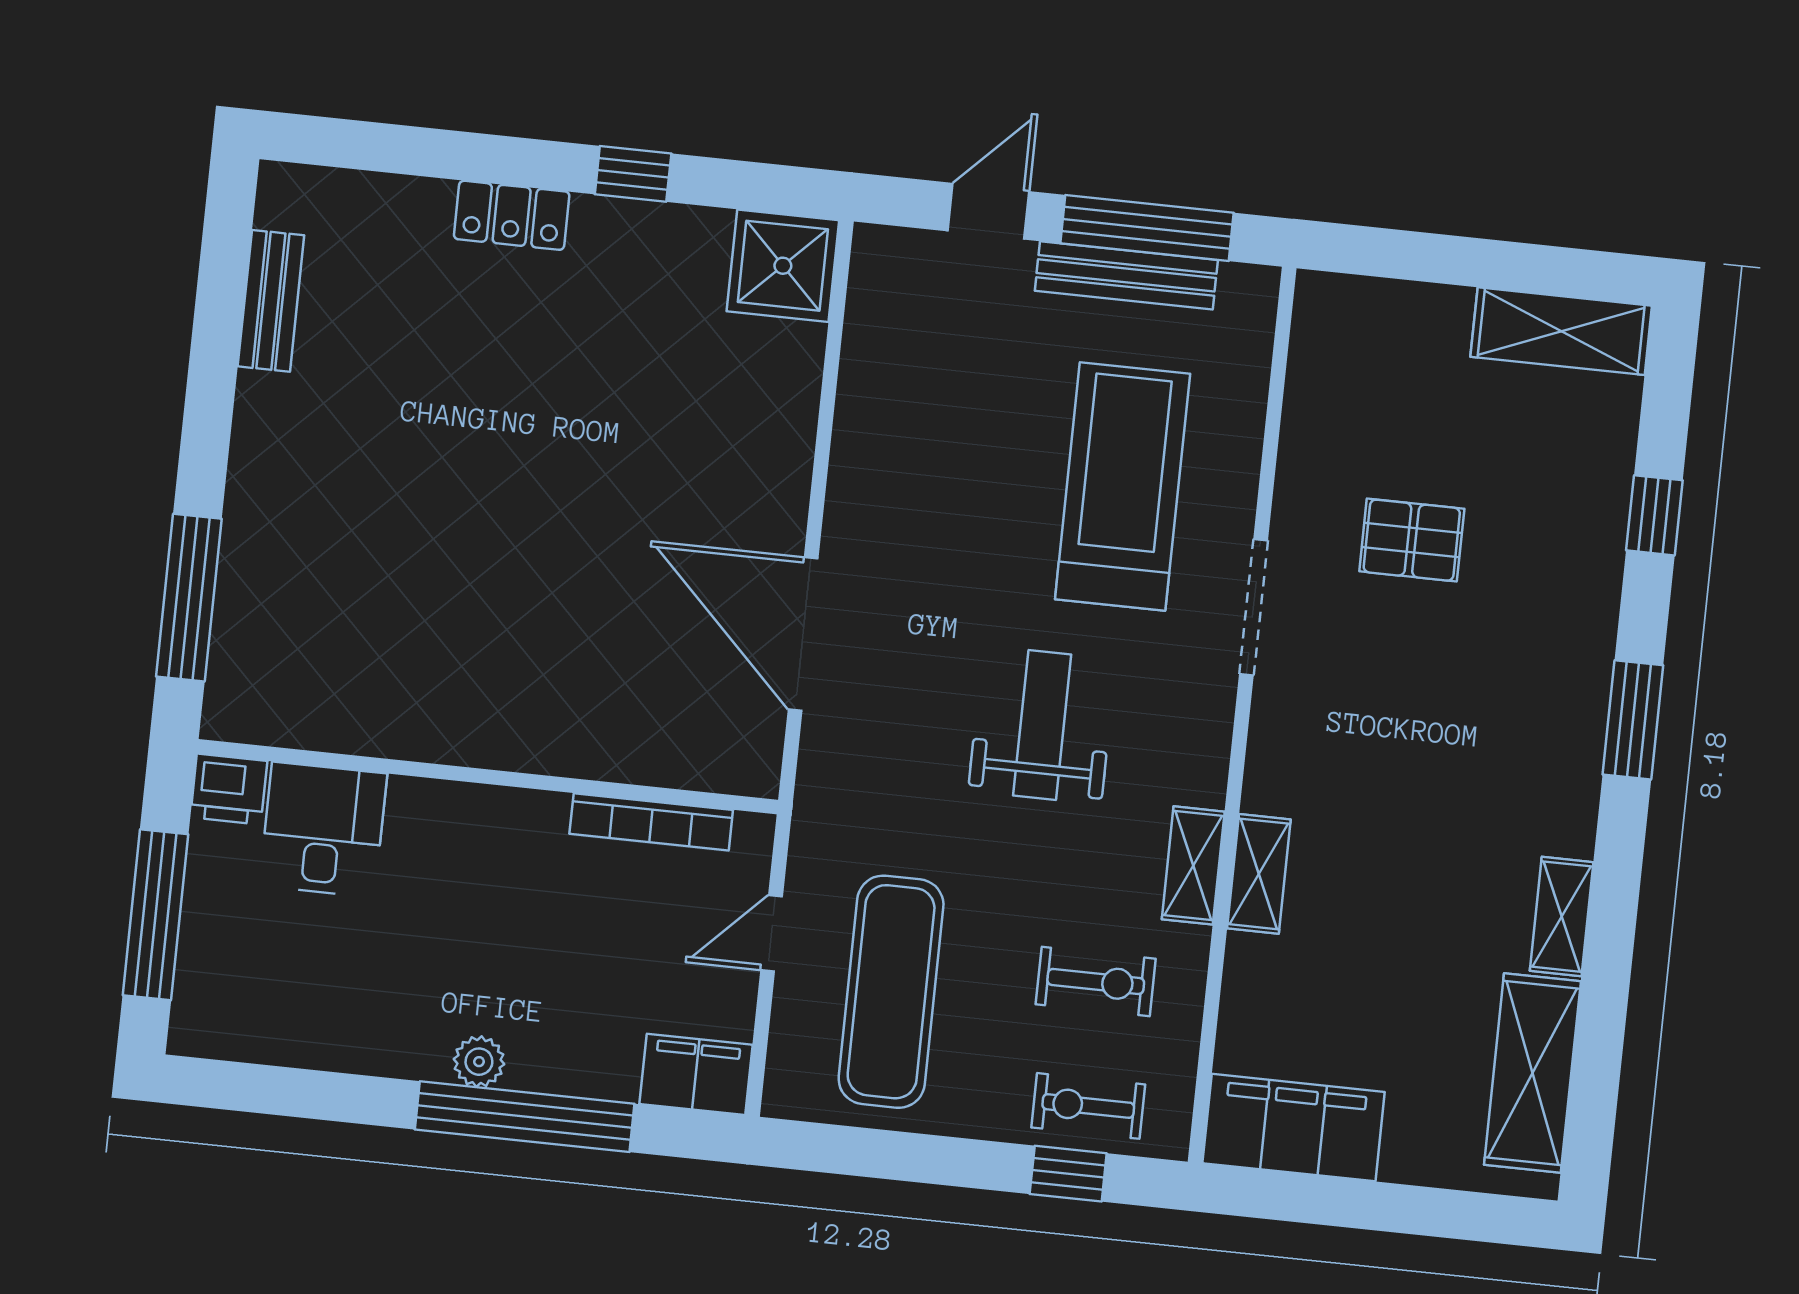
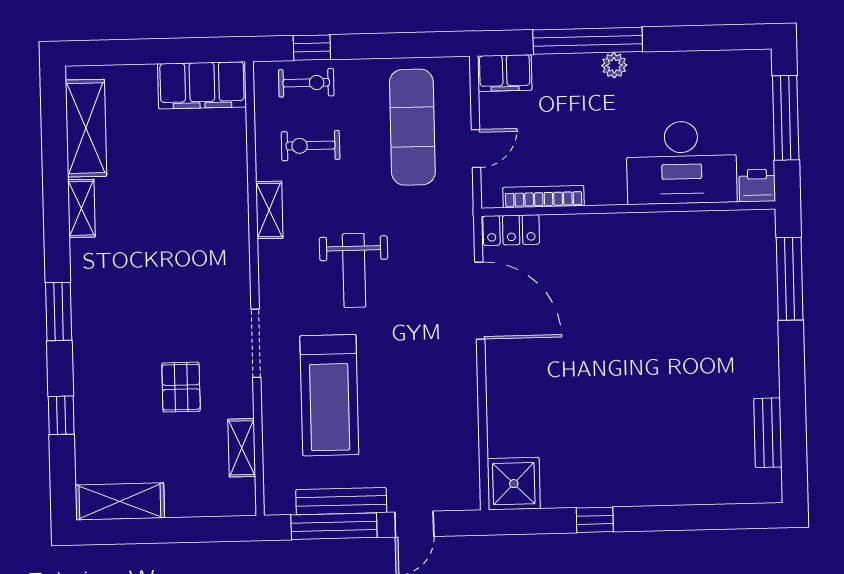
locker: (512, 215) -> (511, 230), moved, turned 180
pallet: (1412, 540) -> (181, 387), turned 90
desk: (323, 830) -> (682, 163), width x1.87, depth x1.30
shelving: (1259, 874) -> (242, 448), moved

